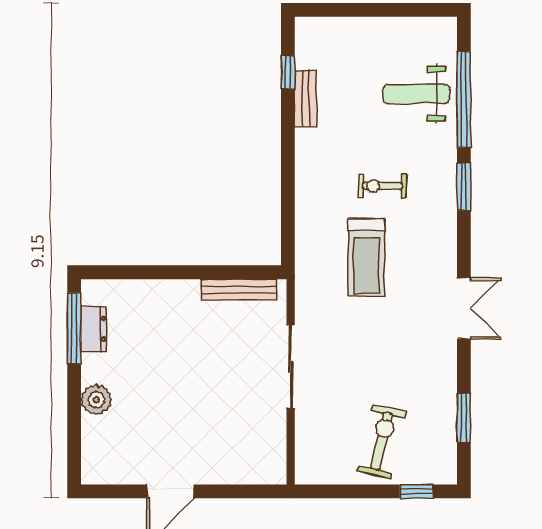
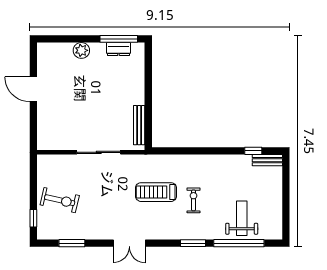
bench: (306, 98) -> (267, 160), moved

